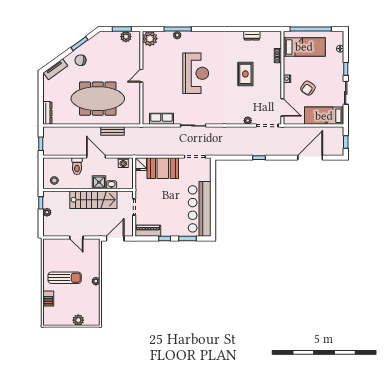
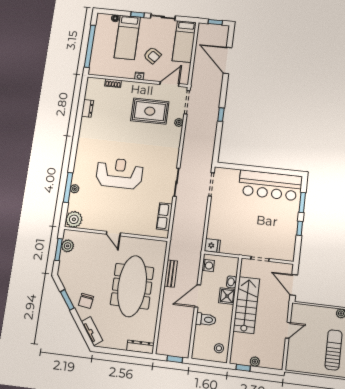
bed: (304, 47) -> (127, 37), moved, turned 180
rug: (245, 74) -> (150, 111), moved, width x1.36, depth x1.43
booth: (163, 168) -> (220, 221), removed
piano: (148, 231) -> (289, 246), removed

